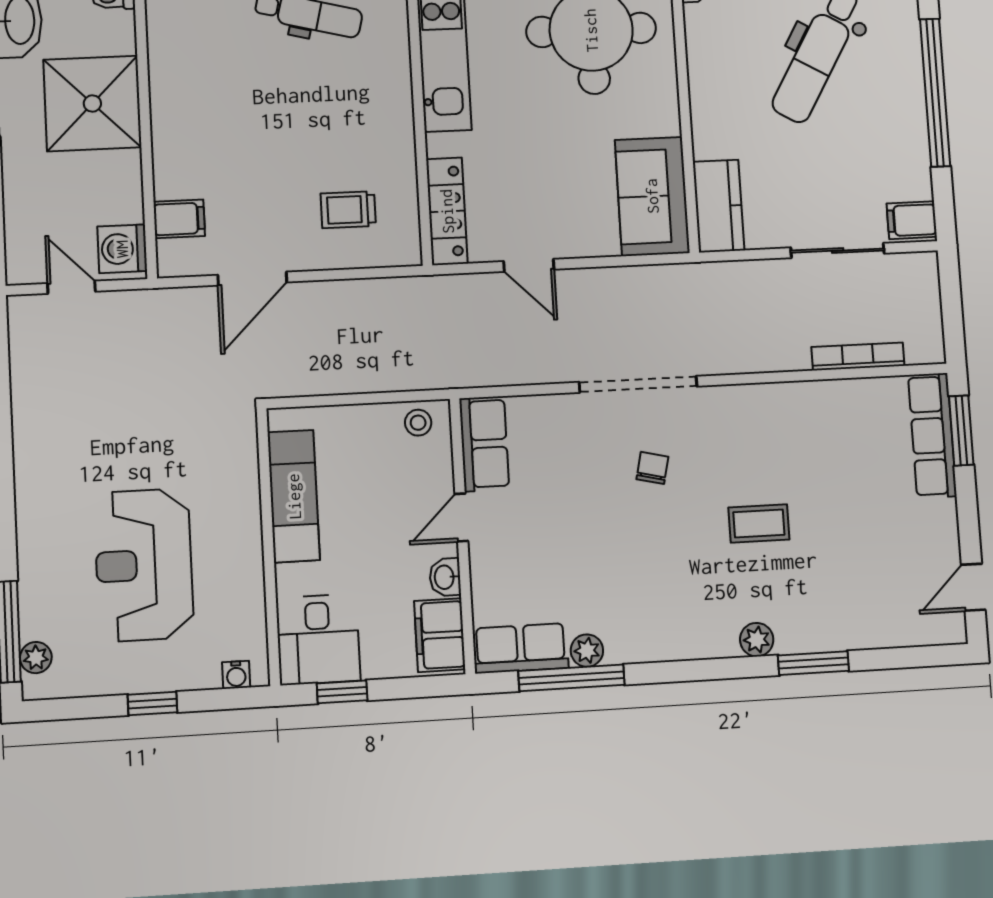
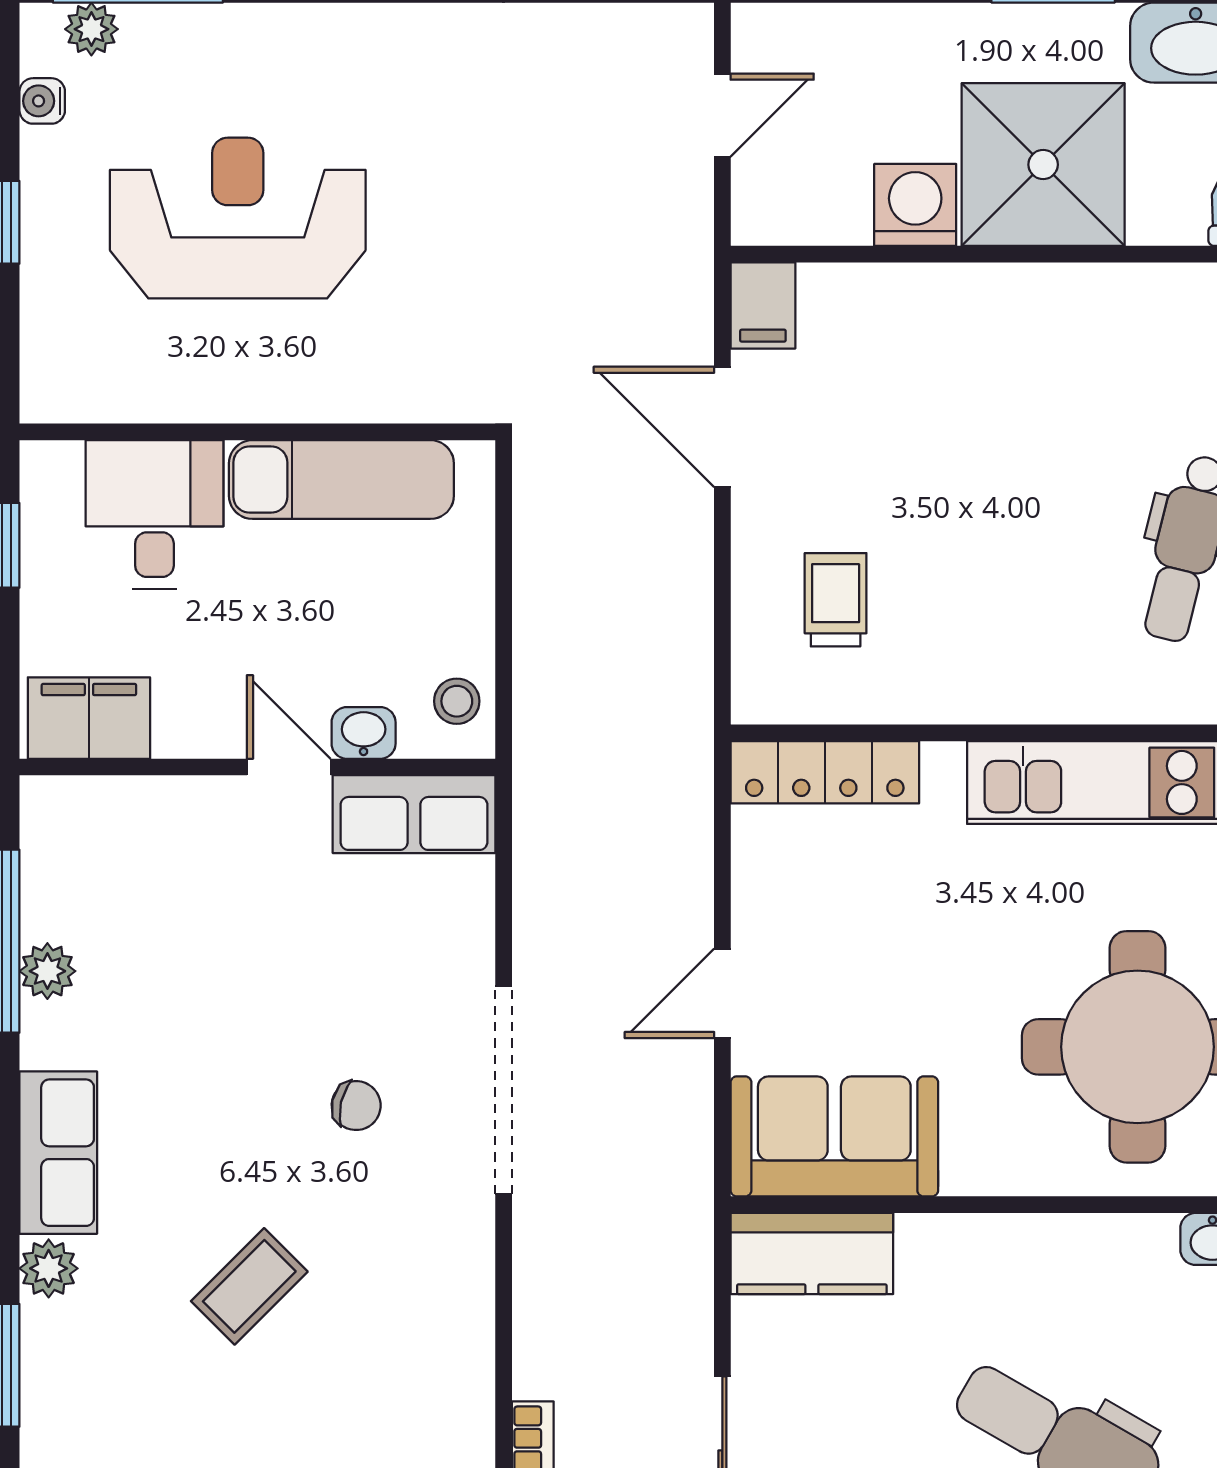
filing cabinet: (179, 219) -> (763, 305), moved
washing machine: (122, 249) -> (915, 205), moved
door: (529, 265) -> (722, 993), moved
coffee table: (759, 523) -> (249, 1286), turned 45
washbasin: (445, 577) -> (364, 733), moved
desk: (318, 639) -> (154, 514), moved, turned 90
row of seats: (521, 648) -> (58, 1153), moved
water cooler: (236, 675) -> (42, 101), moved

